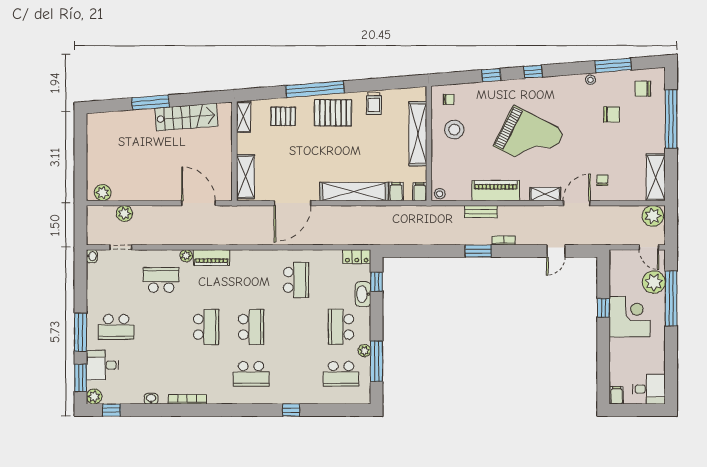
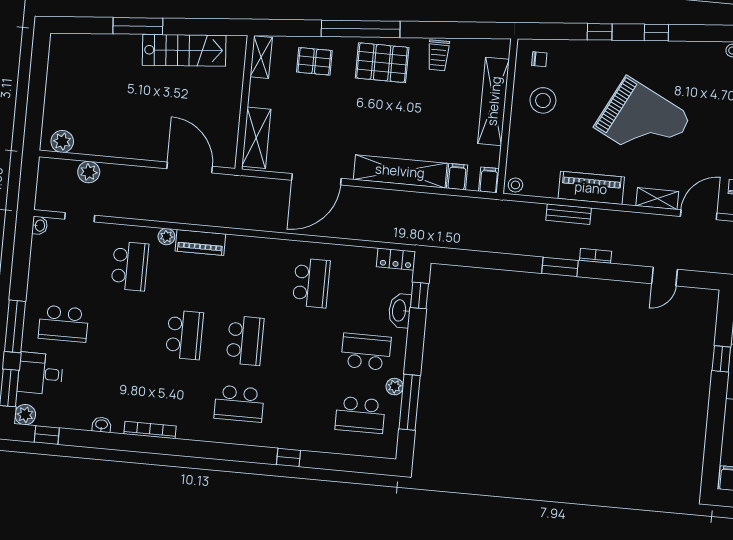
school desk: (161, 280) -> (130, 266), turned 90
school desk: (341, 327) -> (366, 352), turned 90

